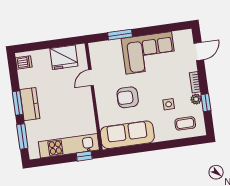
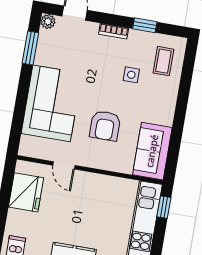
window: (120, 35) -> (30, 48), moved
corner sofa: (149, 53) -> (52, 103), moved
plant: (196, 99) -> (48, 22), moved
sofa: (127, 135) -> (152, 151), width x0.73

